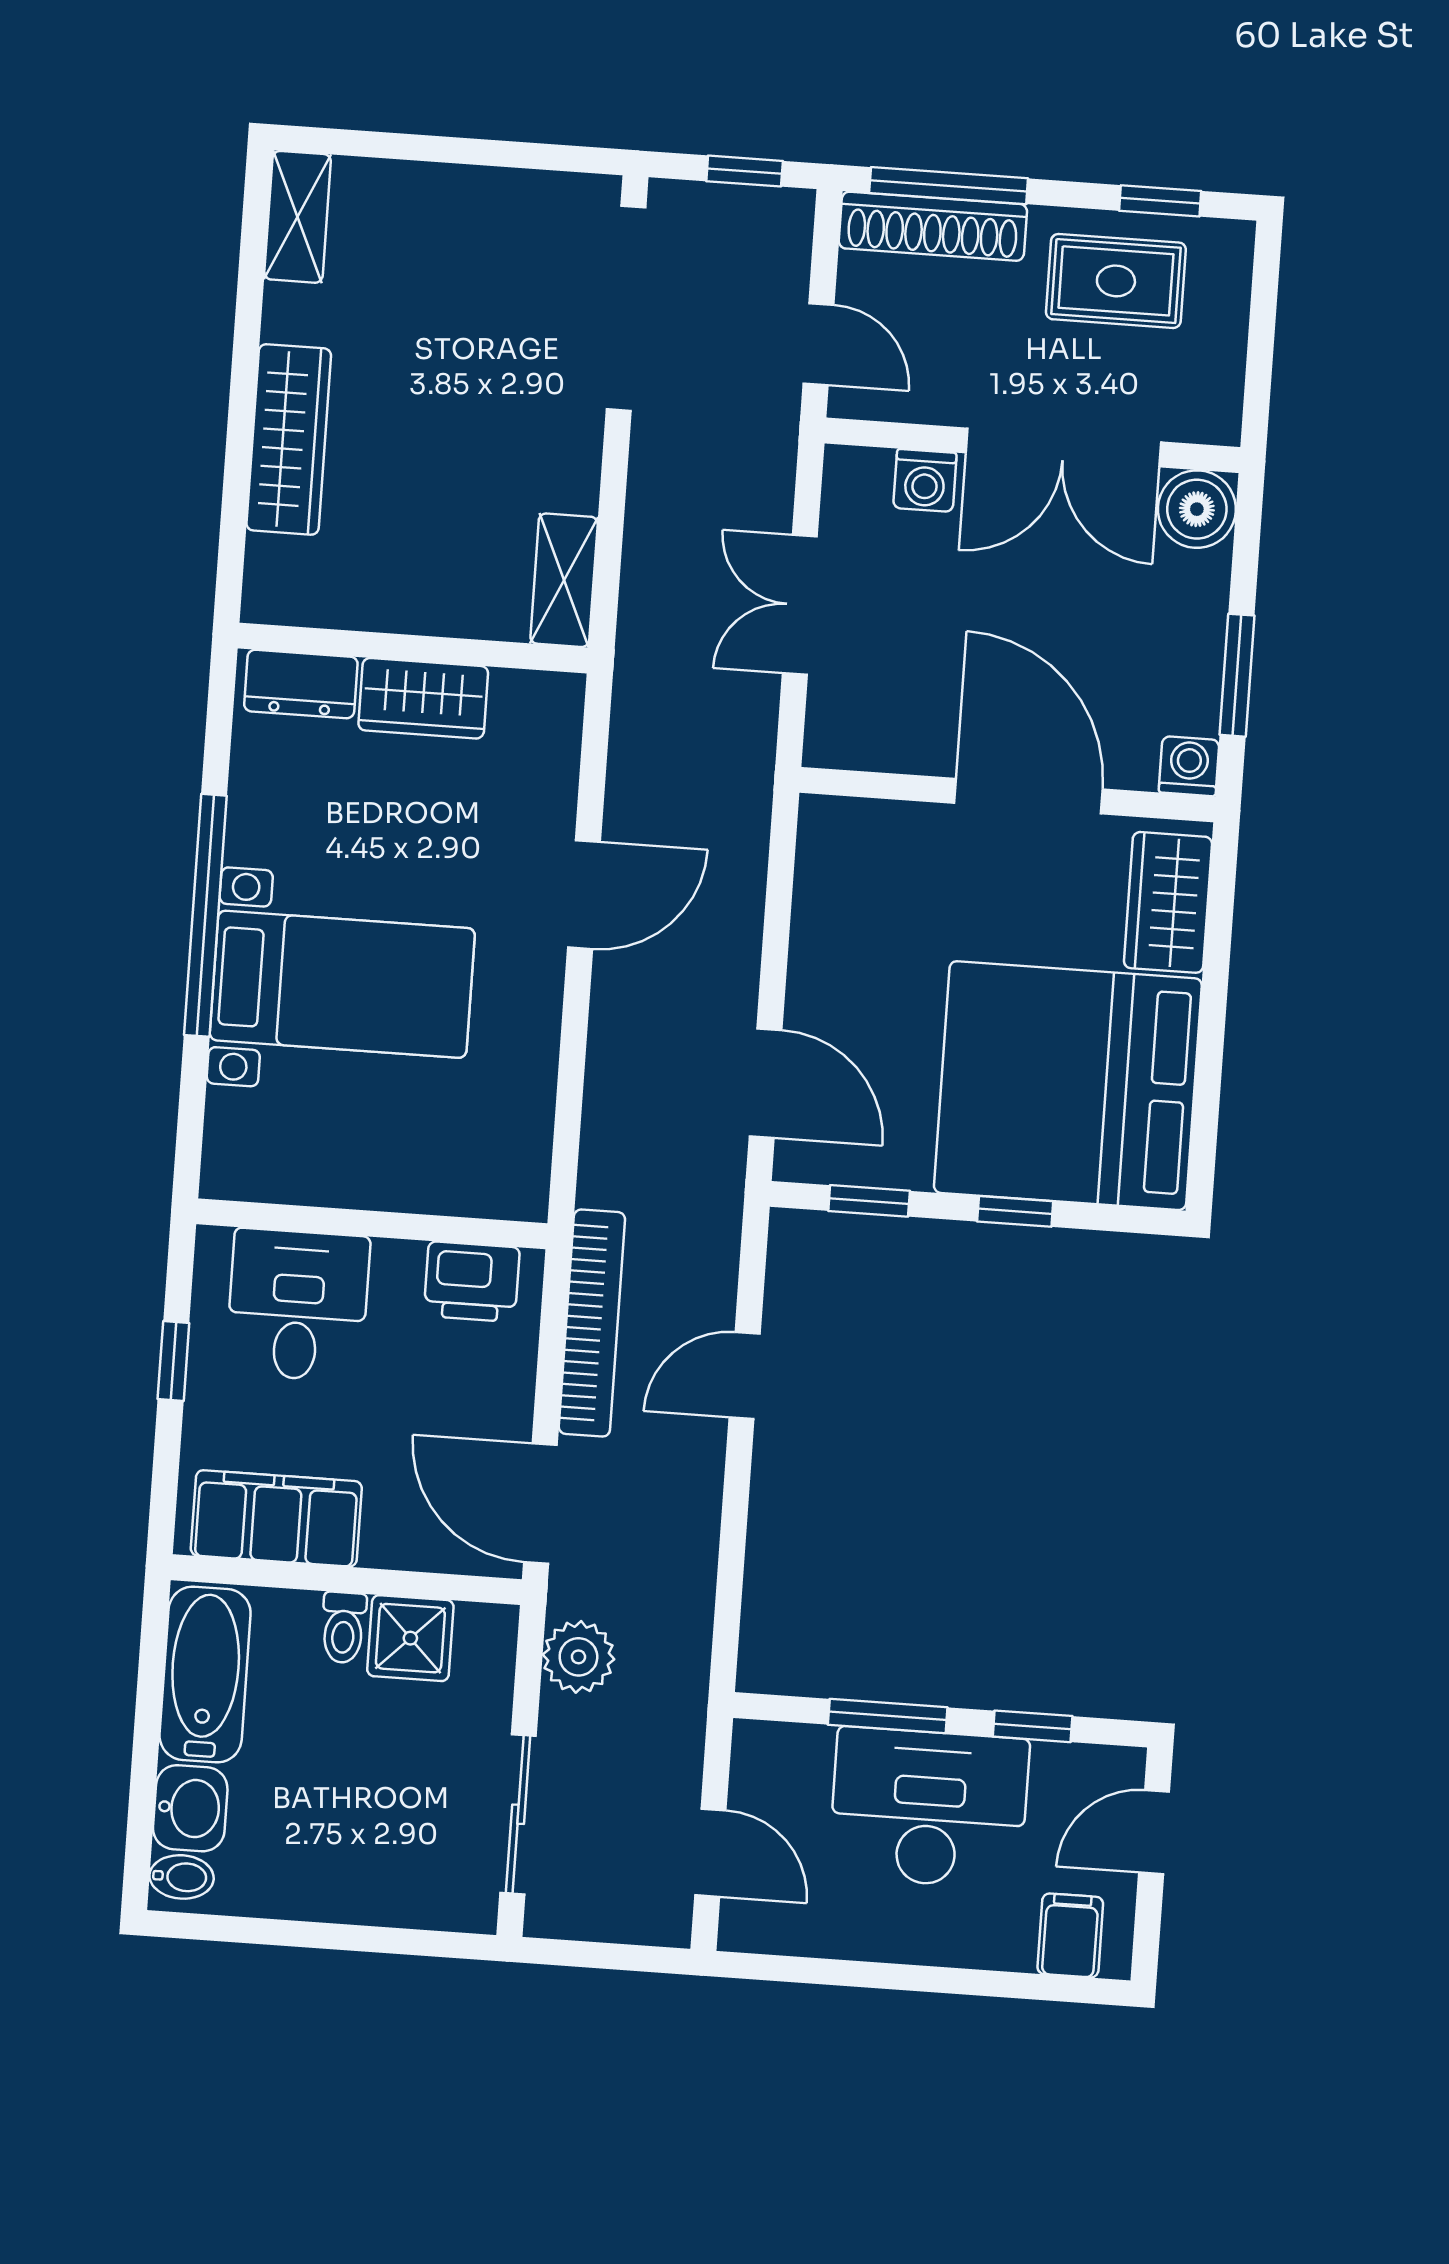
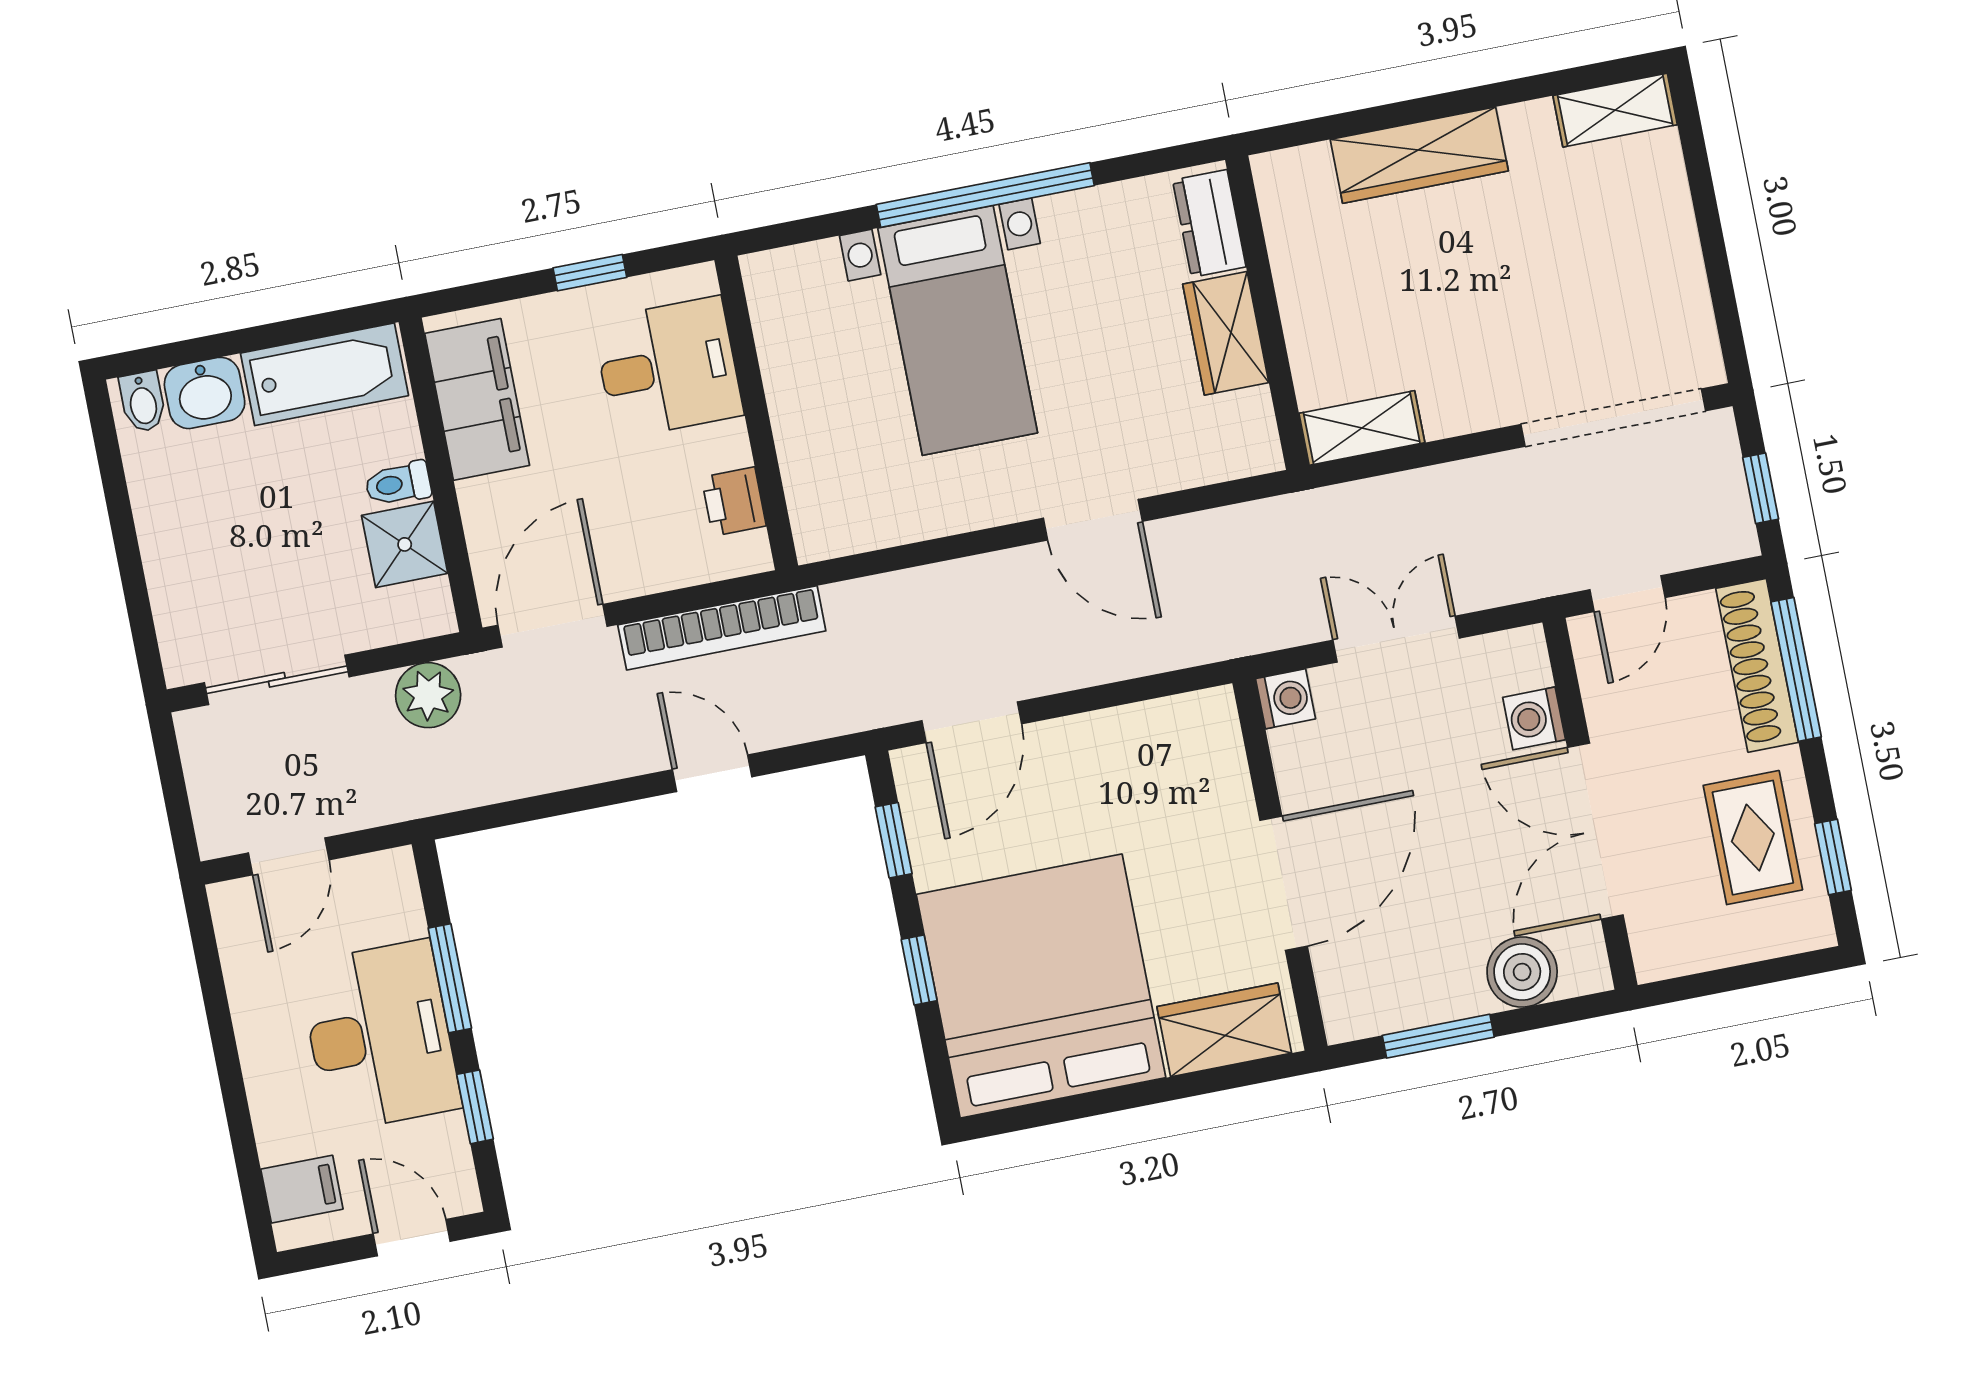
boiler: (1197, 509) -> (1522, 972), moved
washing machine: (1189, 766) -> (1285, 699), moved
printer: (472, 1282) -> (734, 502), width x0.73, depth x0.81

